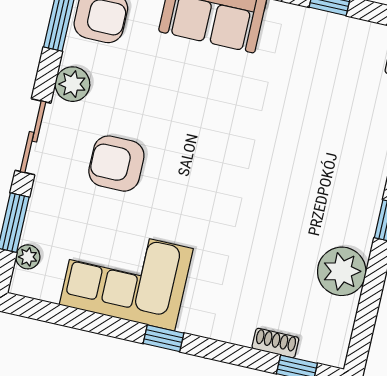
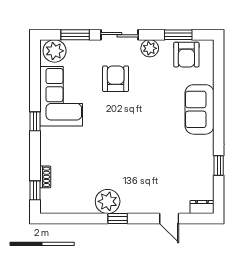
plant: (28, 257) -> (55, 51), width x1.88, depth x1.88
plant: (342, 271) -> (108, 201), moved

